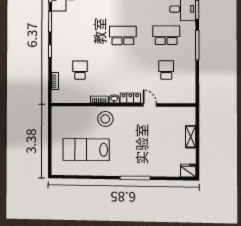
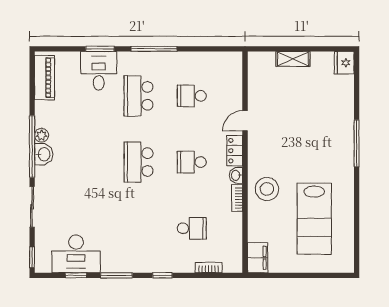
school desk: (80, 70) -> (192, 228), turned 180
school desk: (123, 70) -> (192, 162), added
filing cabinet: (61, 113) -> (258, 258), added

